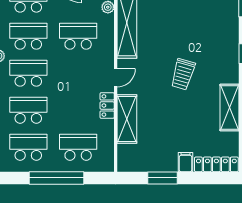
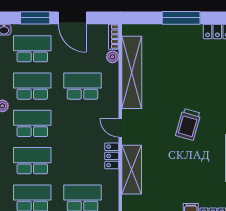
door: (116, 78) -> (120, 128), swing flipped

